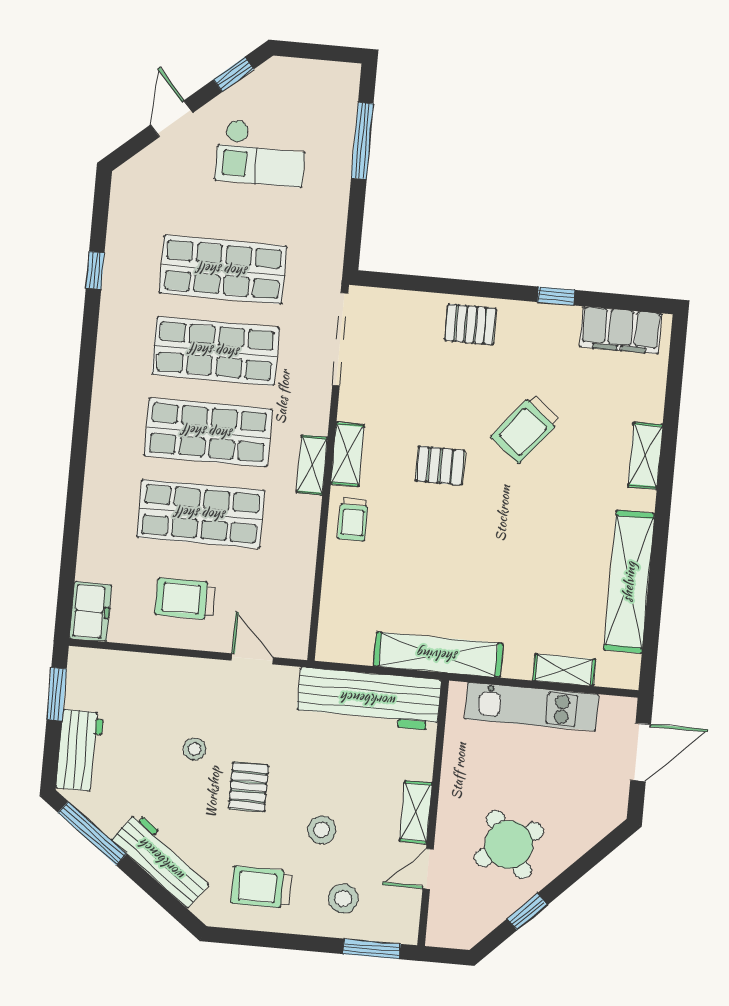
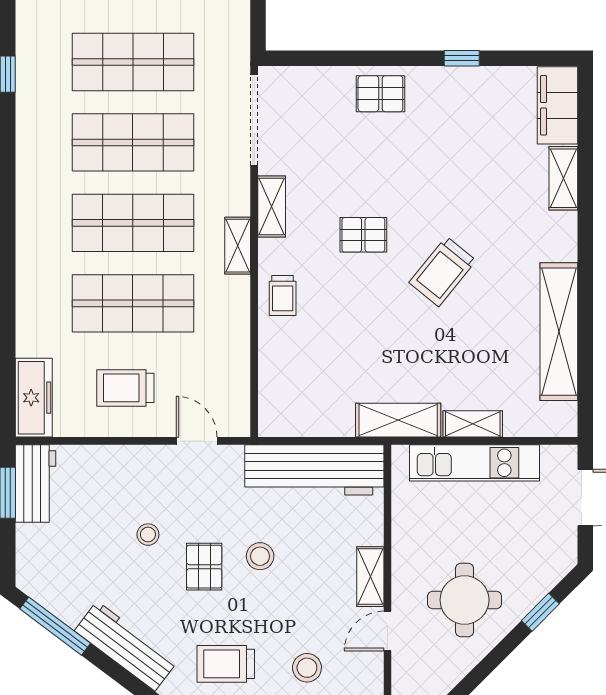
filing cabinet: (621, 330) -> (558, 105), moved, turned 90
trolley: (526, 429) -> (443, 272), moved
shelving: (347, 454) -> (272, 207), moved
shelving: (645, 456) -> (563, 178), moved
freezer: (91, 612) -> (34, 398), width x1.40
shelving: (438, 655) -> (398, 420), width x0.68
shelving: (564, 670) -> (473, 424), moved
workbench: (80, 751) -> (35, 483), moved
stool: (322, 830) -> (260, 556), moved
round table: (509, 845) -> (465, 600), turned 33
window: (527, 912) -> (540, 612), moved

